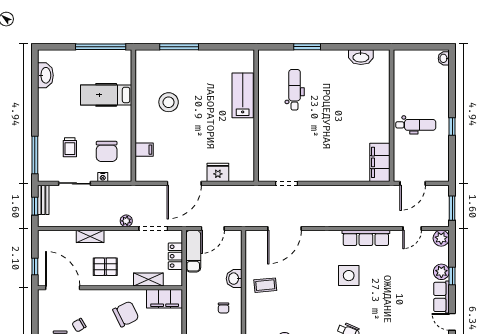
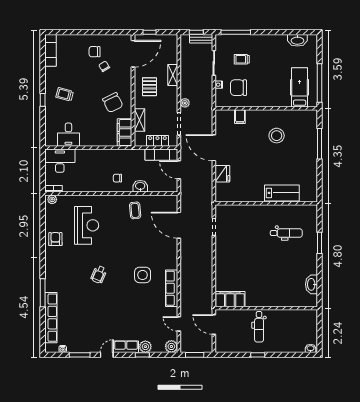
hospital bed: (106, 95) -> (300, 87), moved

